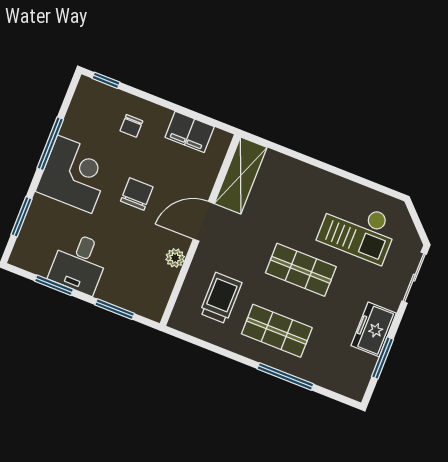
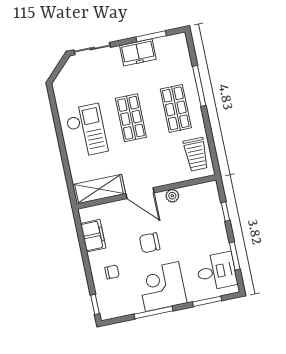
checkout: (358, 230) -> (86, 131), moved
desk: (79, 263) -> (217, 271), moved
trolley: (221, 298) -> (196, 154), moved, turned -90
window: (115, 309) -> (225, 211), width x0.67

